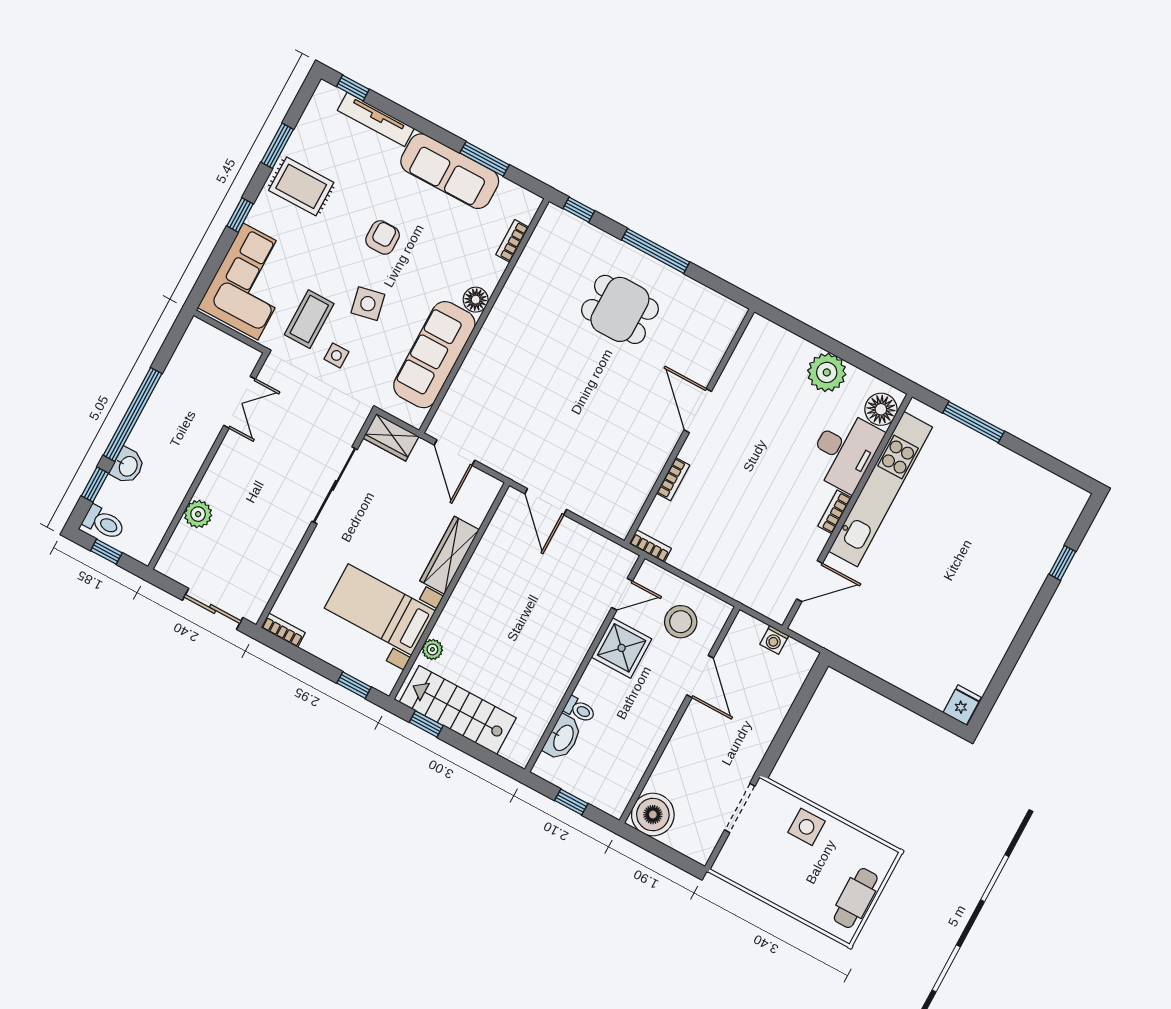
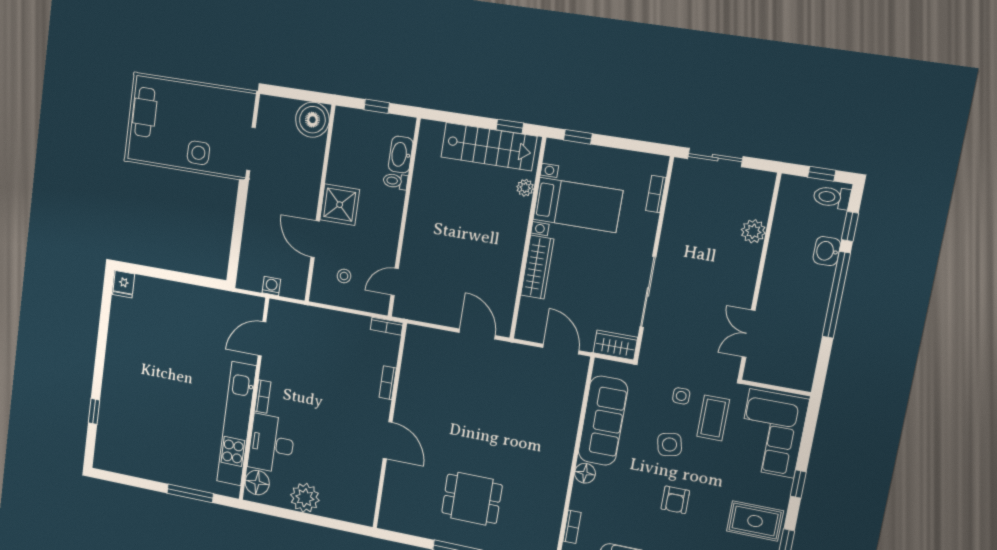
stool: (681, 622) -> (344, 276), width x0.53, depth x0.53
bookcase: (283, 630) -> (656, 194), moved, turned 90
shower: (622, 648) -> (340, 205), moved

